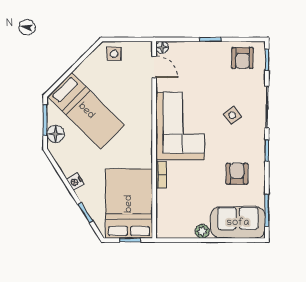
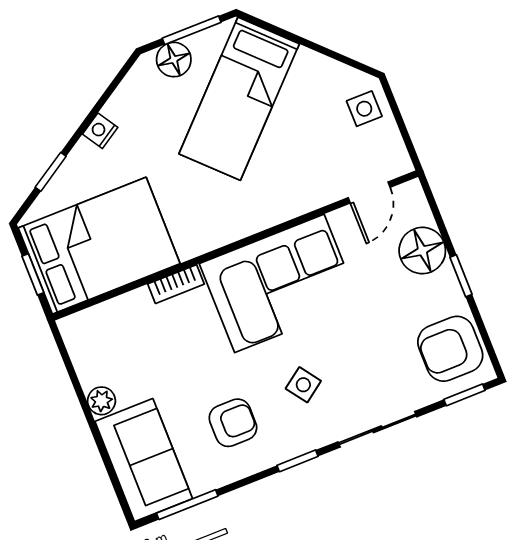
floor lamp: (162, 47) -> (422, 251), moved, width x1.89, depth x1.89
armchair: (243, 58) -> (450, 349), width x1.38, depth x1.38
side table: (232, 115) -> (303, 385), moved

